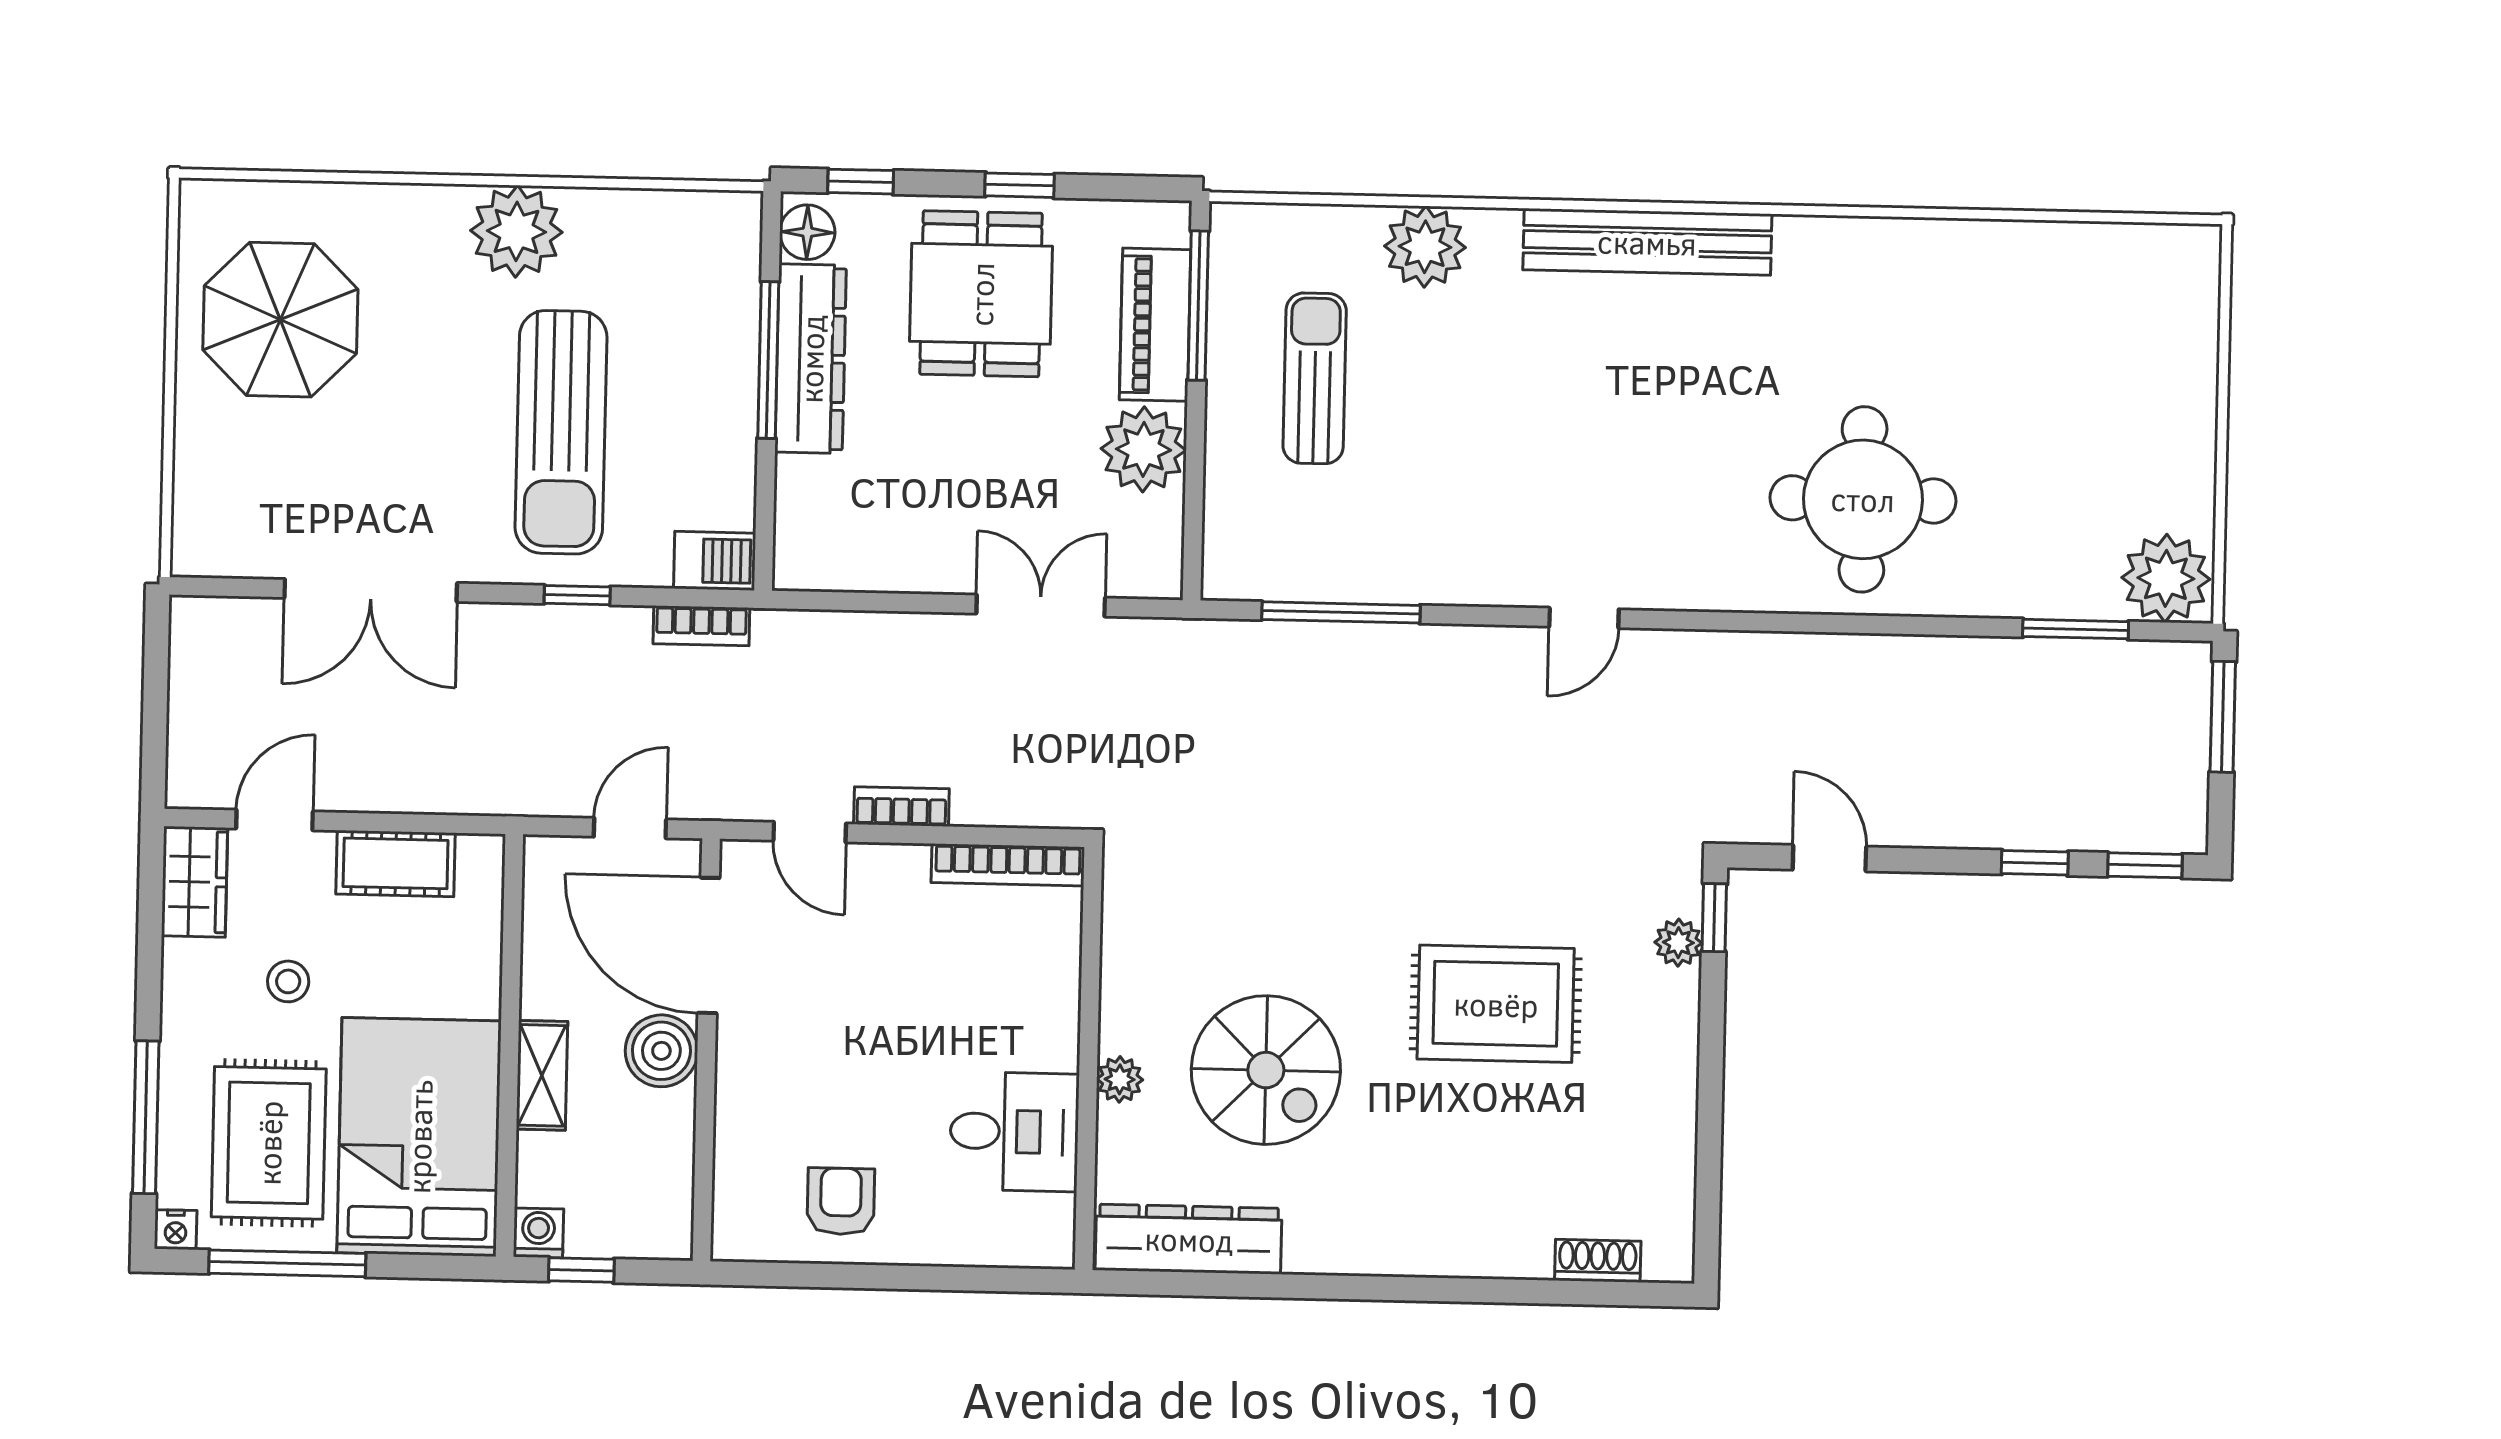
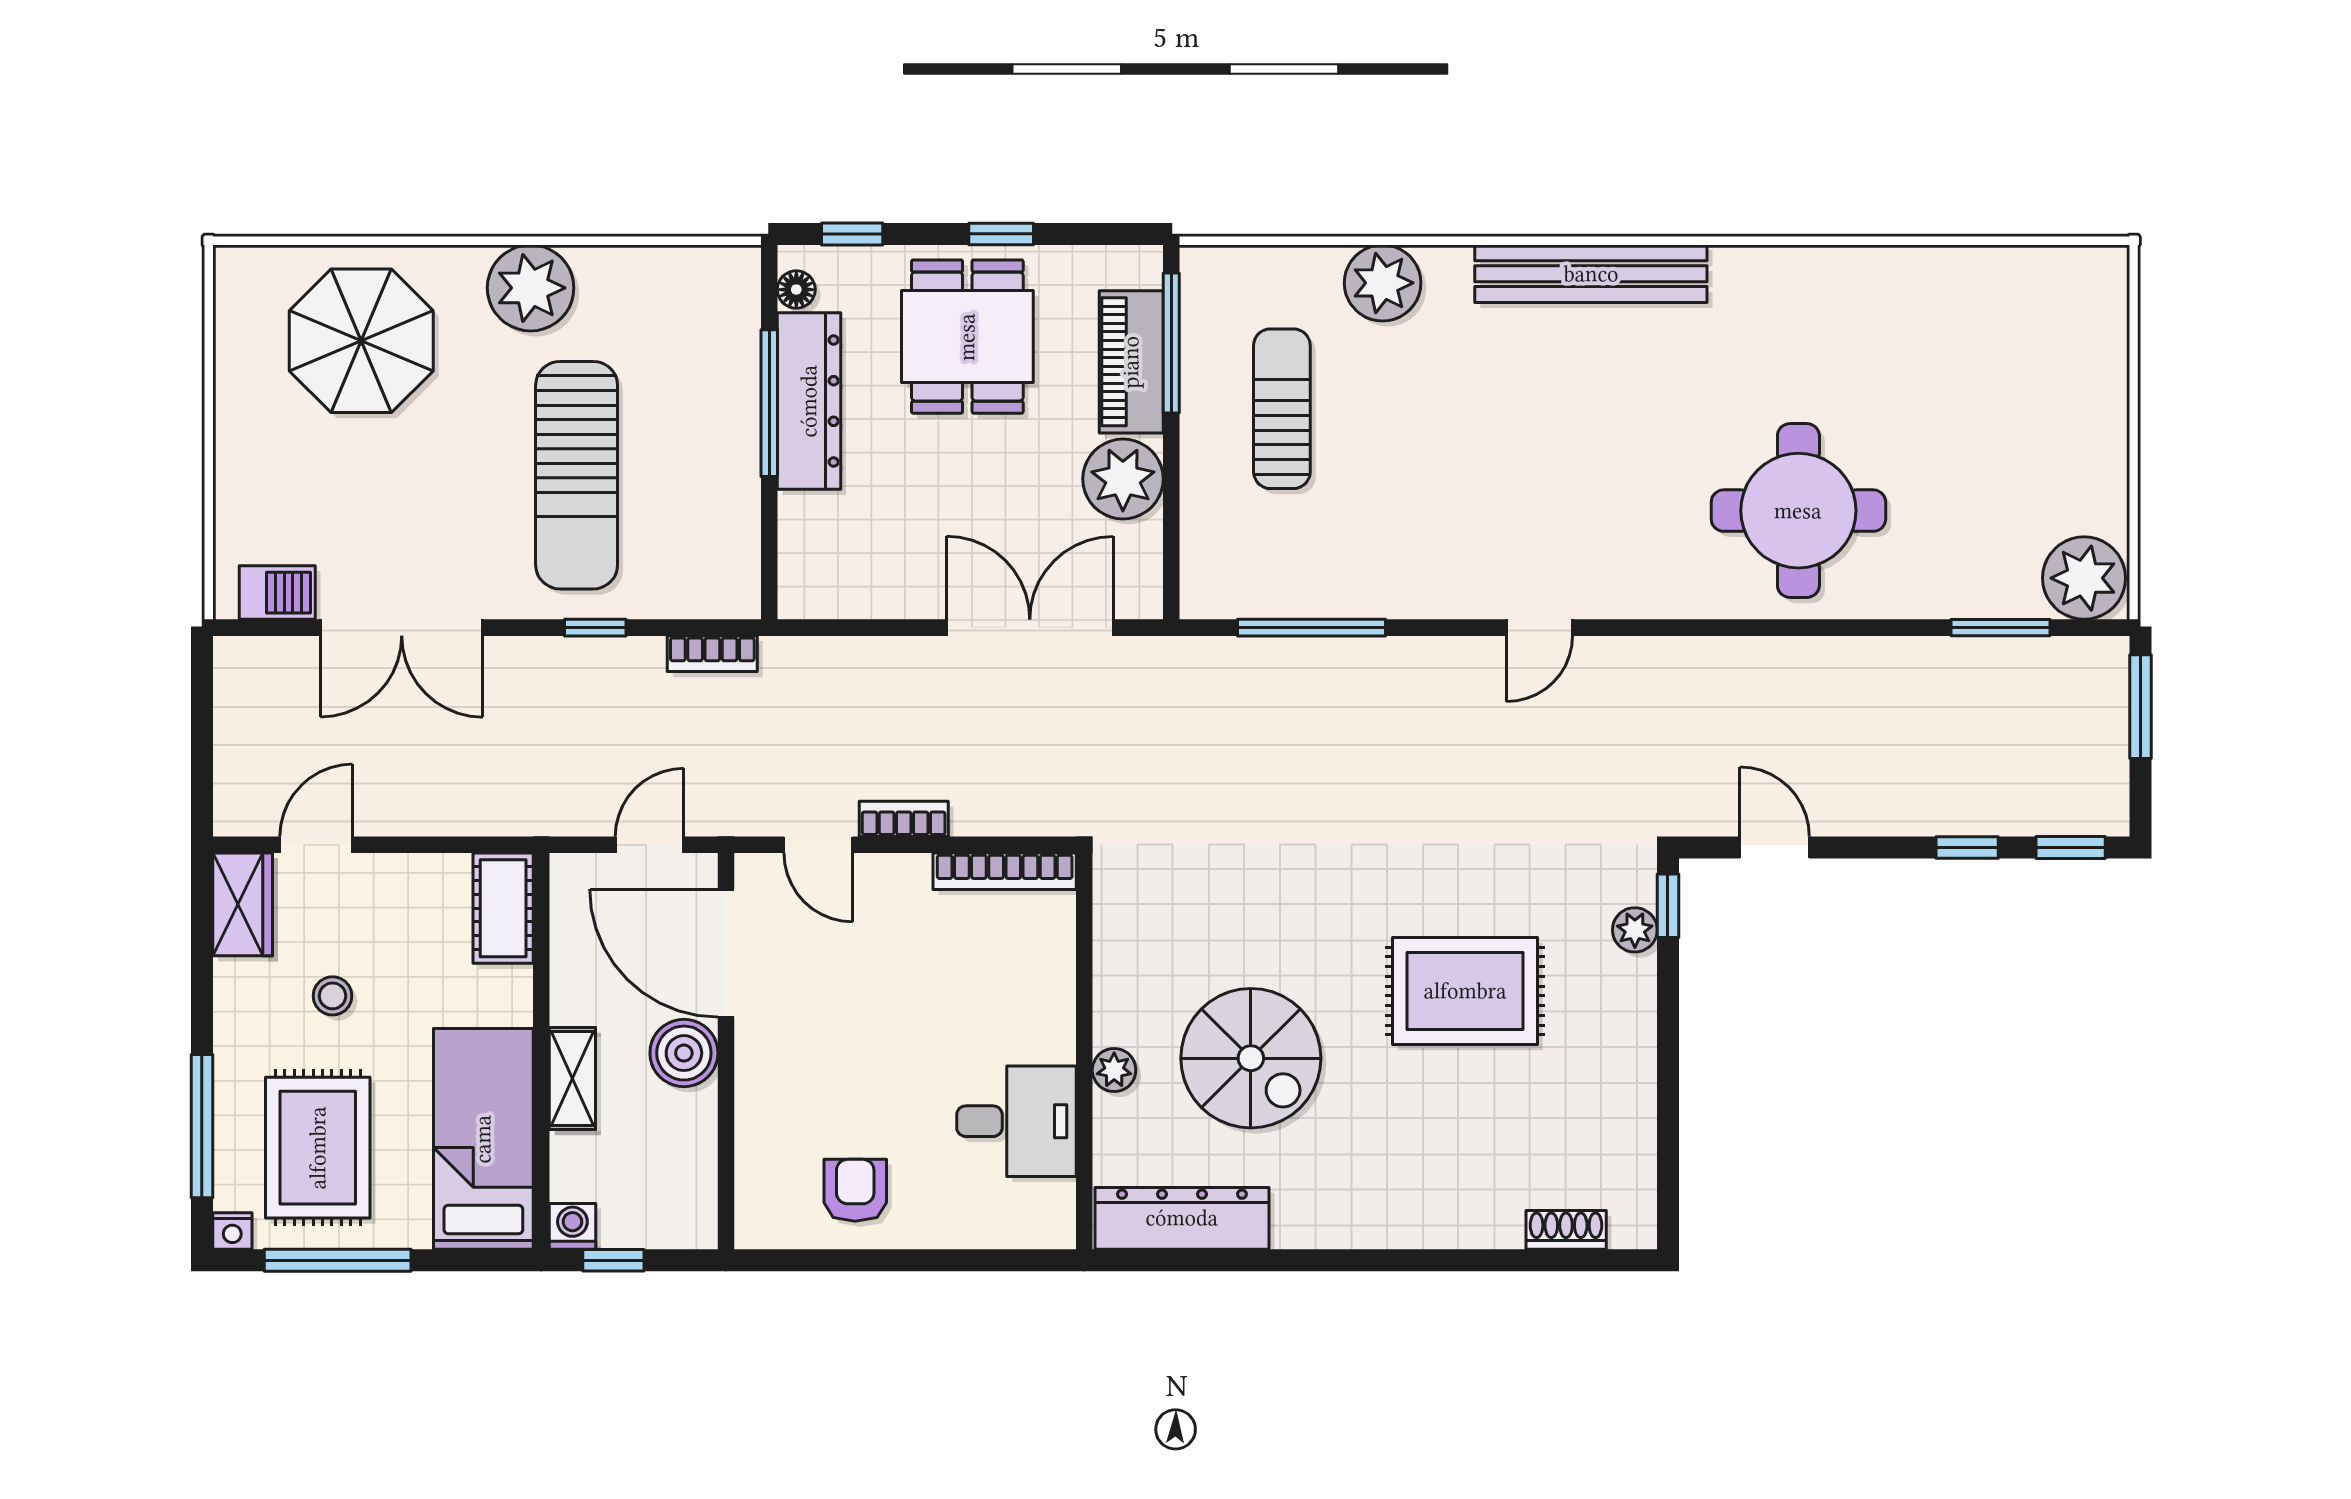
floor lamp: (807, 232) -> (796, 290), width x0.73, depth x0.73
parasol: (280, 320) -> (361, 341), moved
barbecue: (715, 561) -> (277, 593), moved
double door: (1041, 606) -> (1030, 628), width x1.37
cot: (396, 863) -> (503, 908), moved, turned 90
bed: (419, 1137) -> (483, 1139), width x0.67

